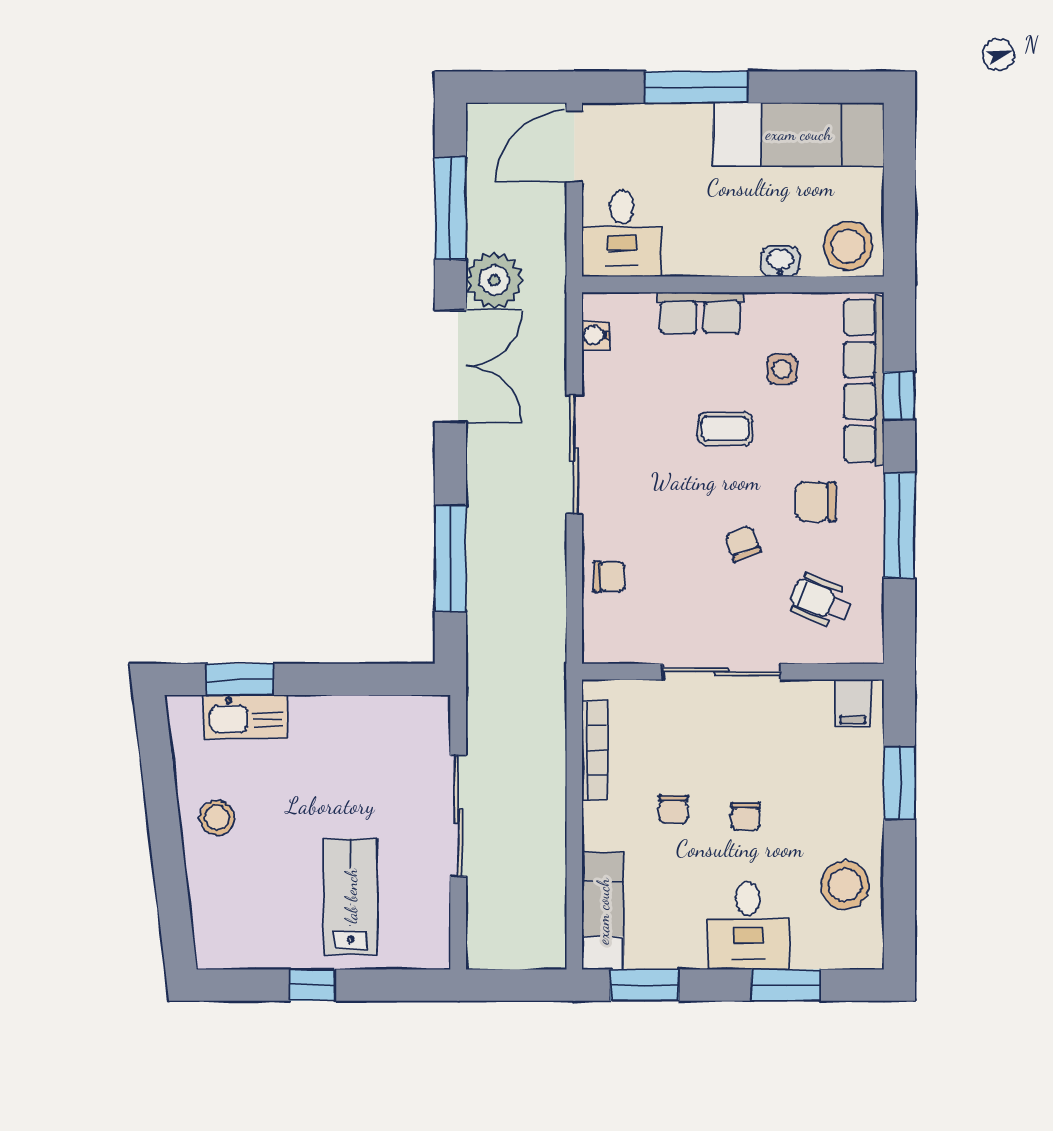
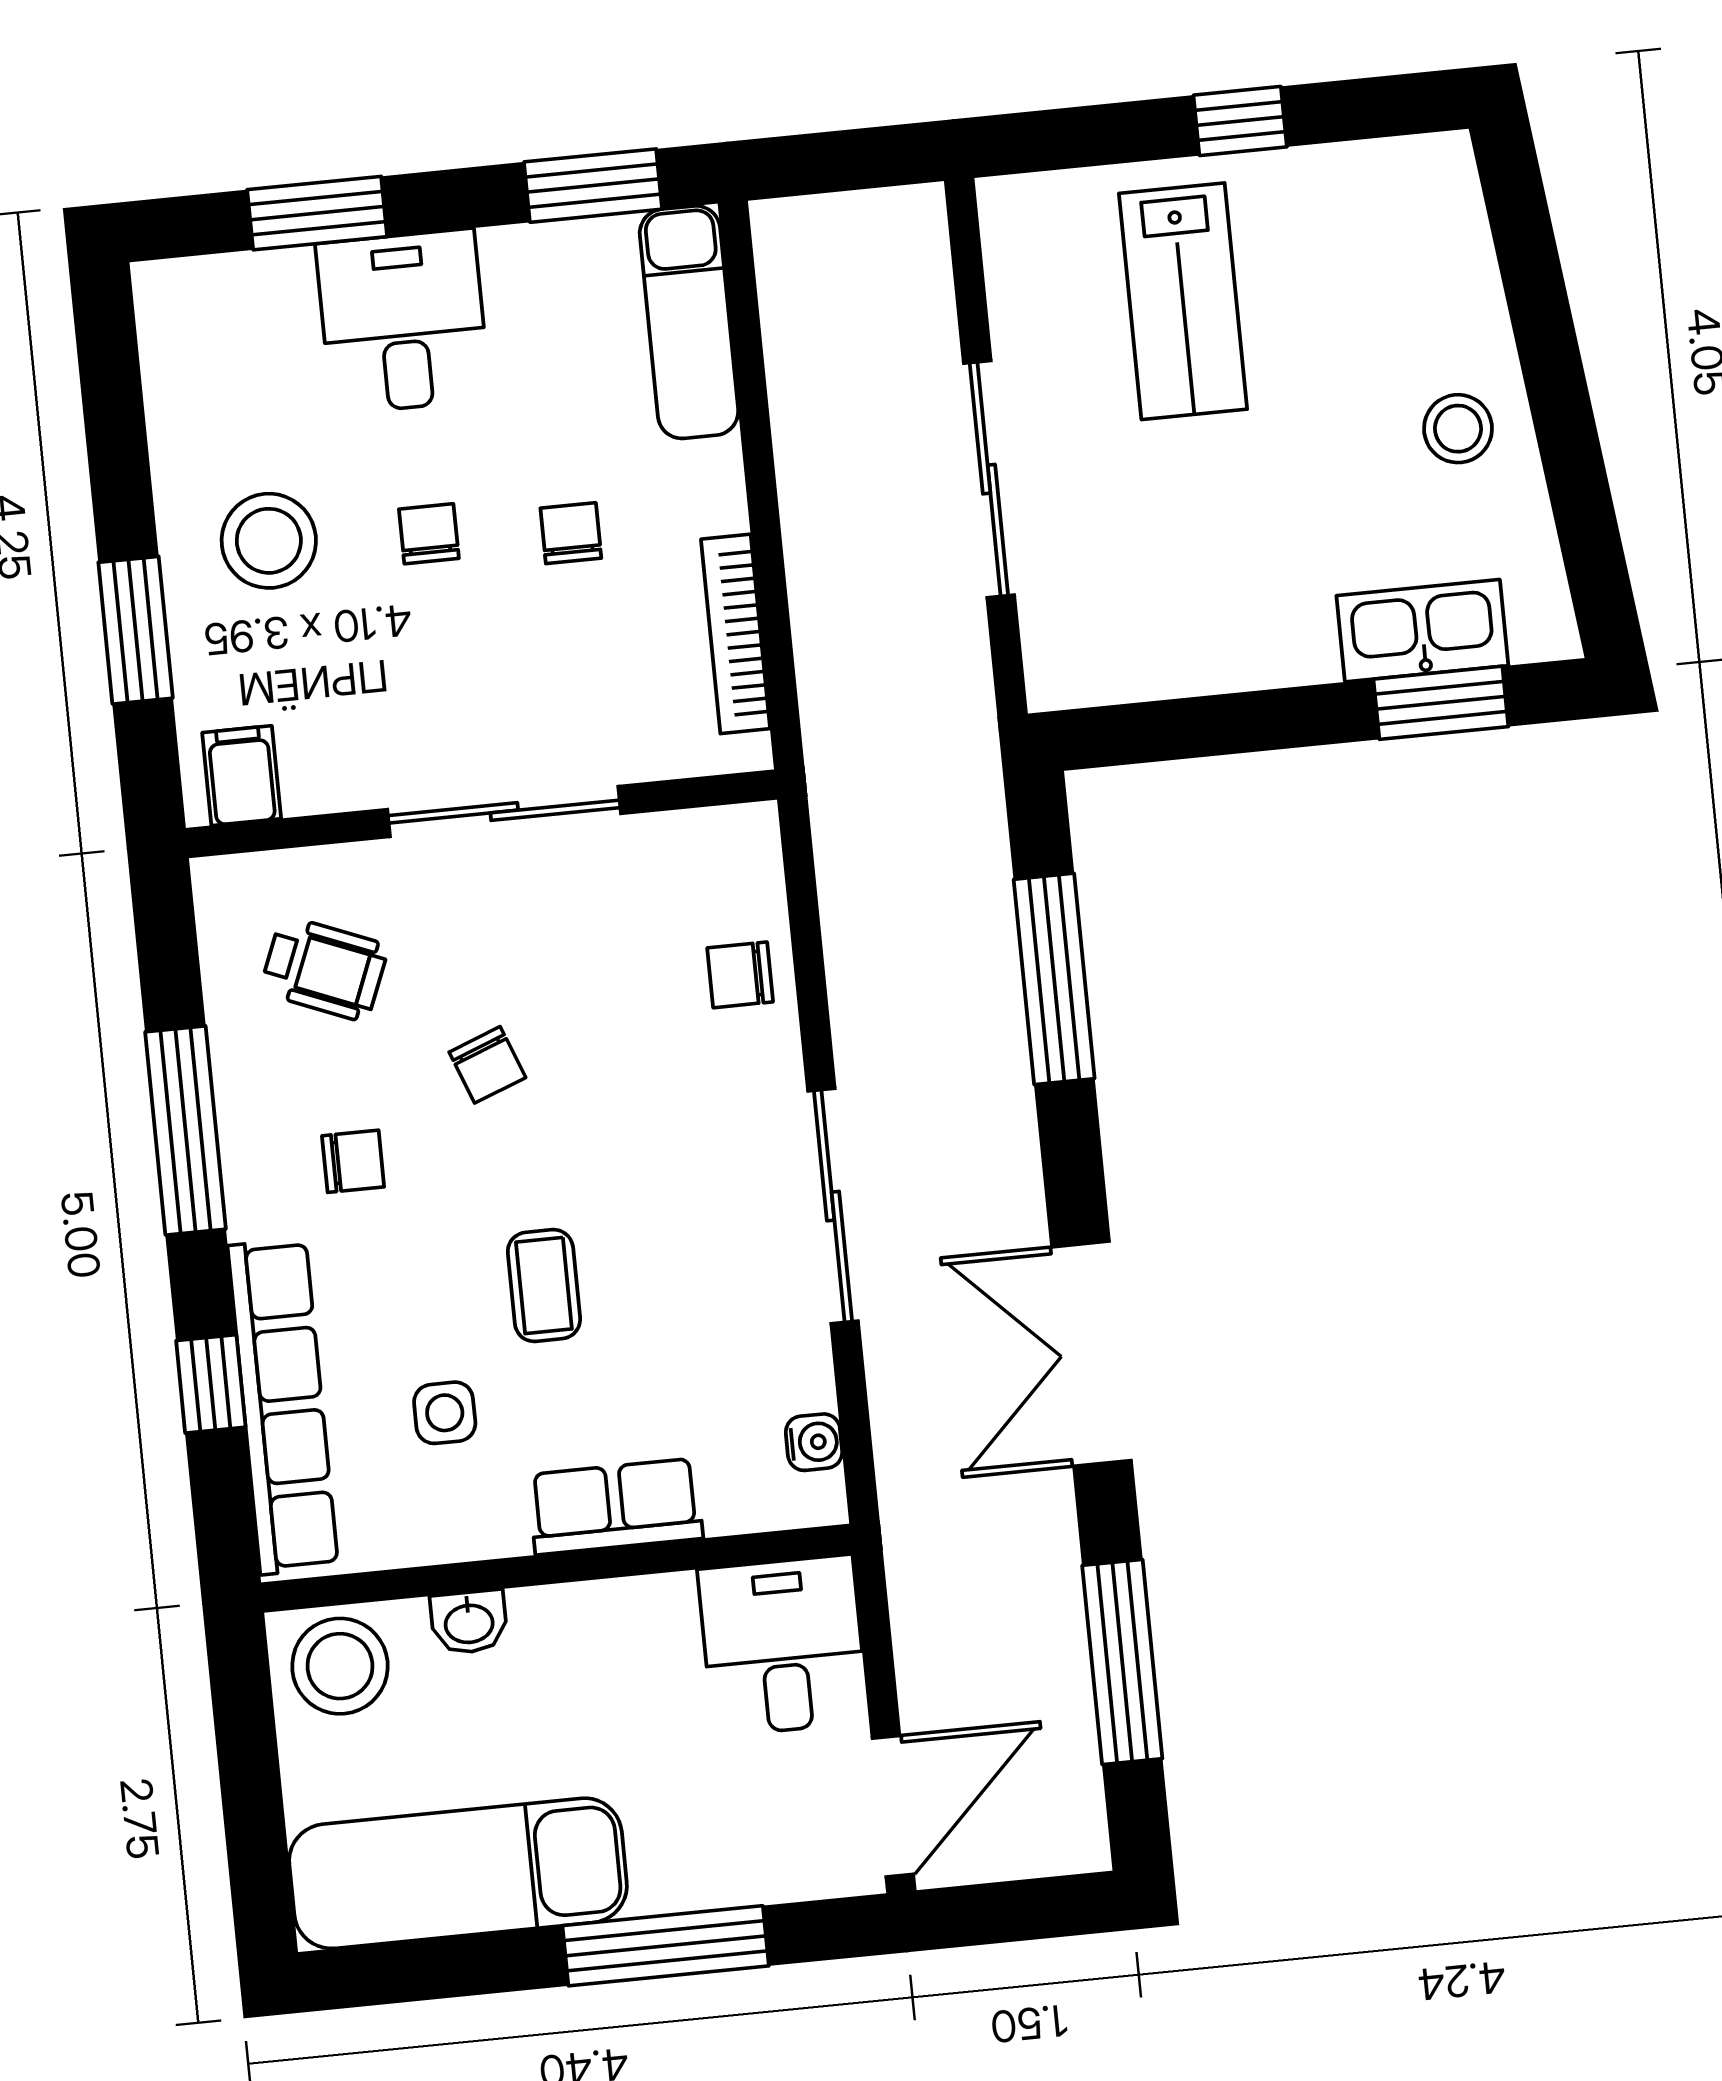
plant: (494, 280) -> (1023, 1530), removed
coffee table: (725, 429) -> (544, 1286), turned 90
chair: (816, 502) -> (353, 1161), width x0.73, depth x0.73
stool: (845, 885) -> (269, 541), moved

